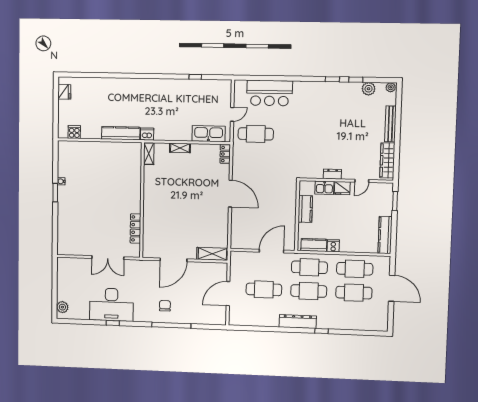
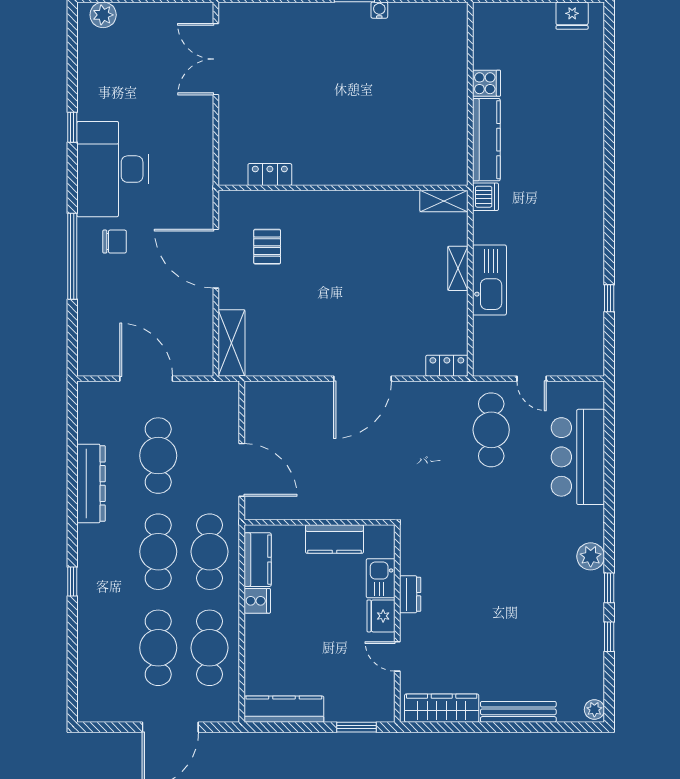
plant: (369, 89) -> (591, 556), moved
cooker: (74, 132) -> (486, 83), moved
kitchen sink: (209, 134) -> (489, 280), moved
locker: (135, 229) -> (270, 175), width x0.66
pallet: (168, 236) -> (267, 247), added
double door: (108, 258) -> (216, 59), moved
desk: (111, 305) -> (113, 169), moved
dresser: (298, 322) -> (91, 483), moved

